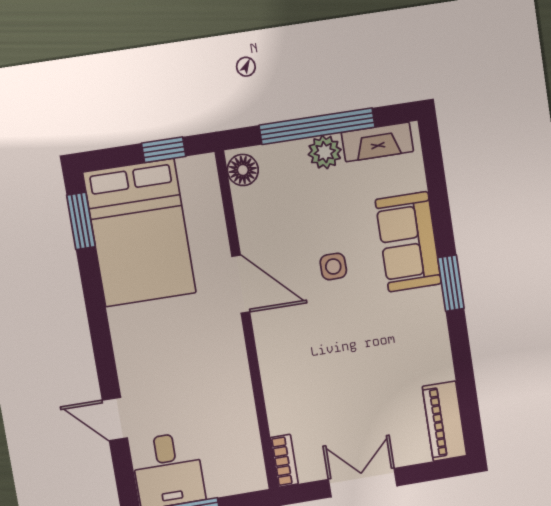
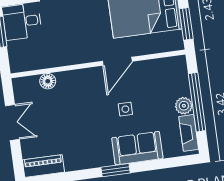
window: (164, 150) -> (186, 24), width x1.50
floor lamp: (243, 170) -> (48, 81), moved
bookcase: (284, 461) -> (25, 82), removed

